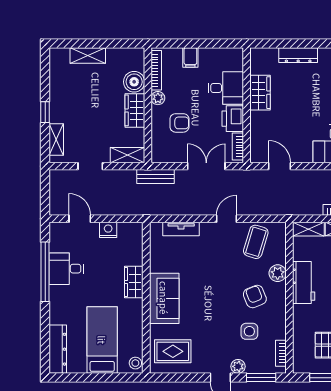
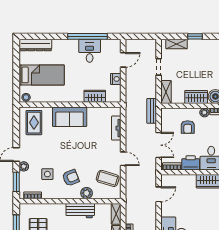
wardrobe: (134, 282) -> (95, 96), moved

